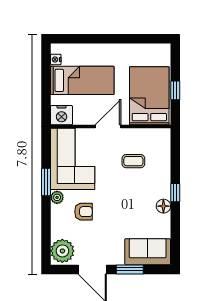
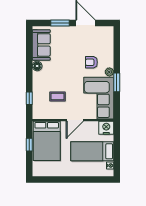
window: (175, 193) -> (29, 98), moved
plant: (62, 251) -> (106, 36), removed
sofa: (148, 252) -> (41, 45), moved, turned -90

